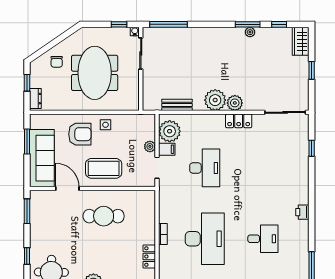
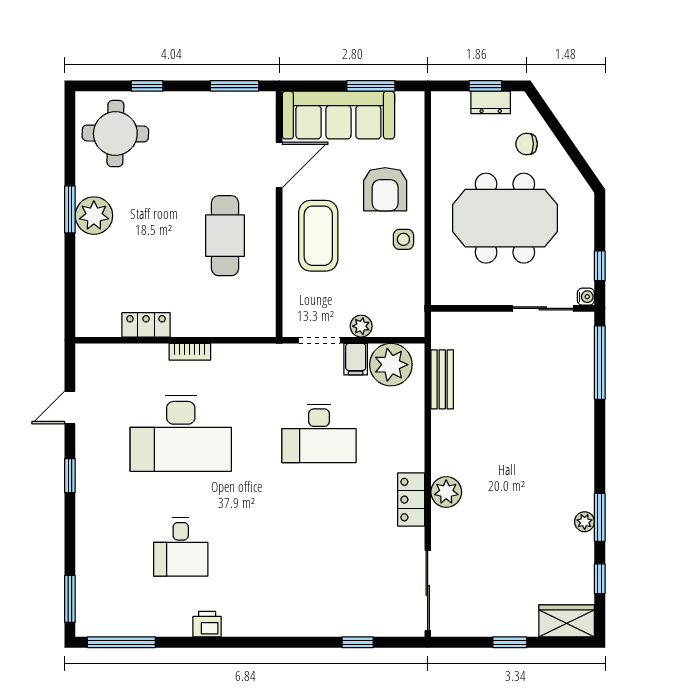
dresser: (35, 99) -> (491, 102), moved
plant: (215, 100) -> (452, 454), removed
printer: (302, 212) -> (207, 624), moved

